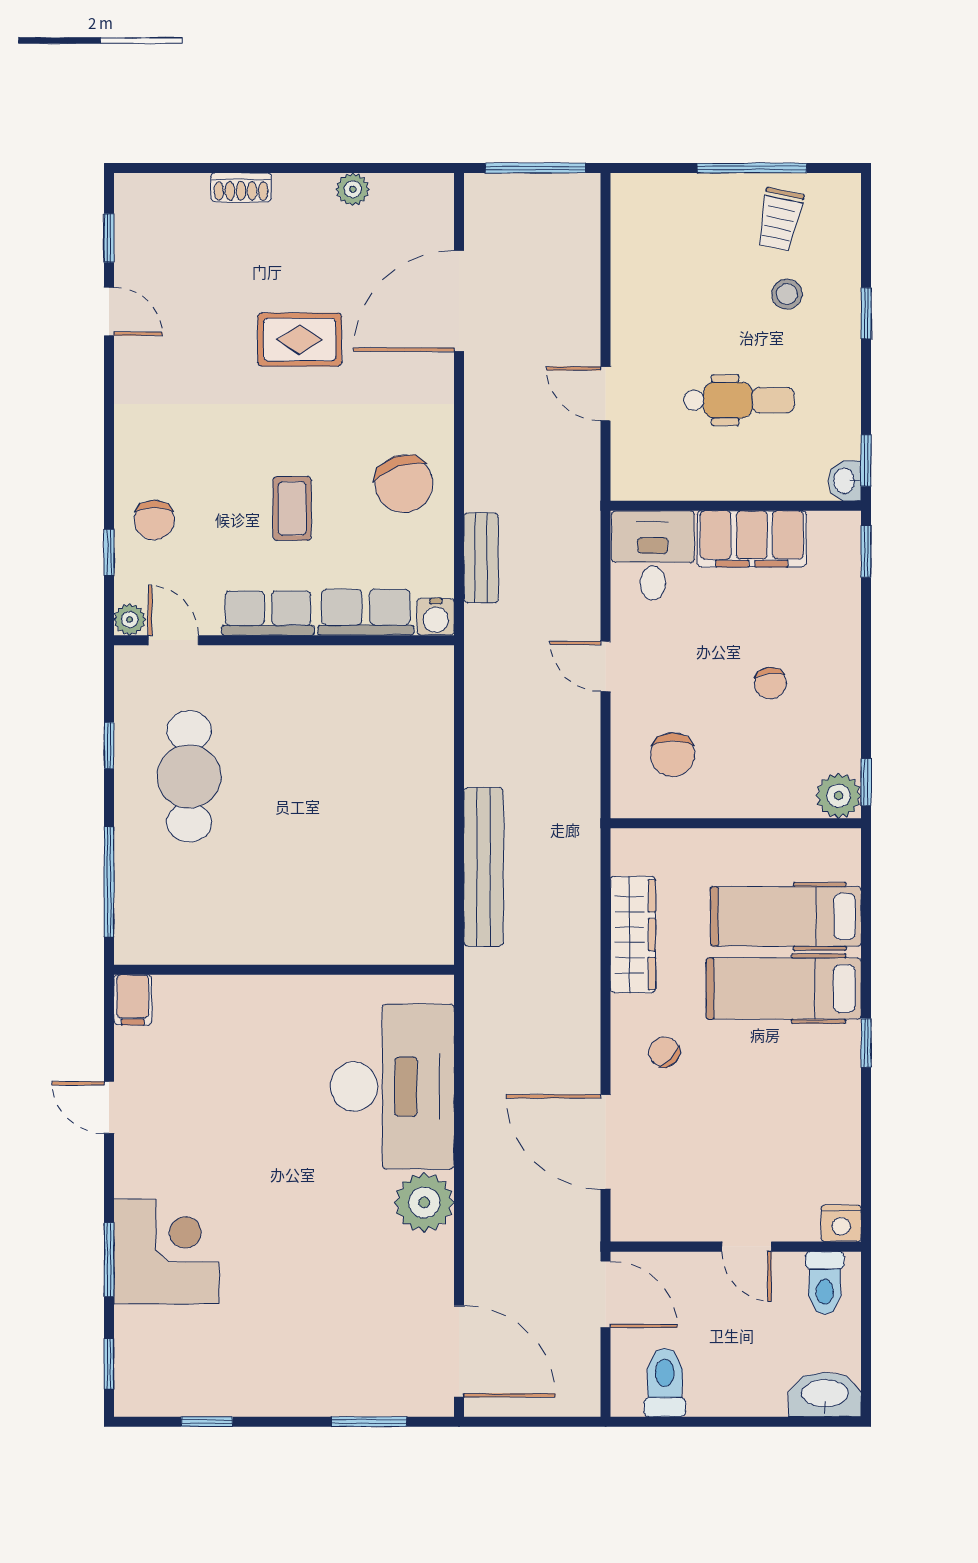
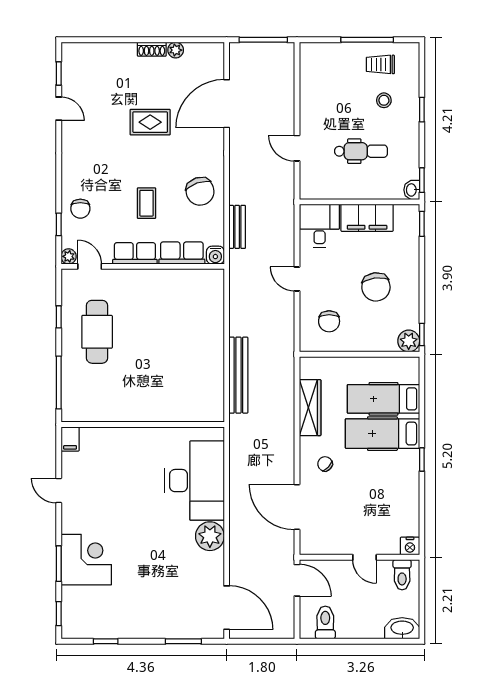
shoe rack: (241, 187) -> (152, 49), moved
trolley: (780, 219) -> (380, 64), turned 78
chair: (770, 683) -> (376, 287), width x1.87, depth x1.87

